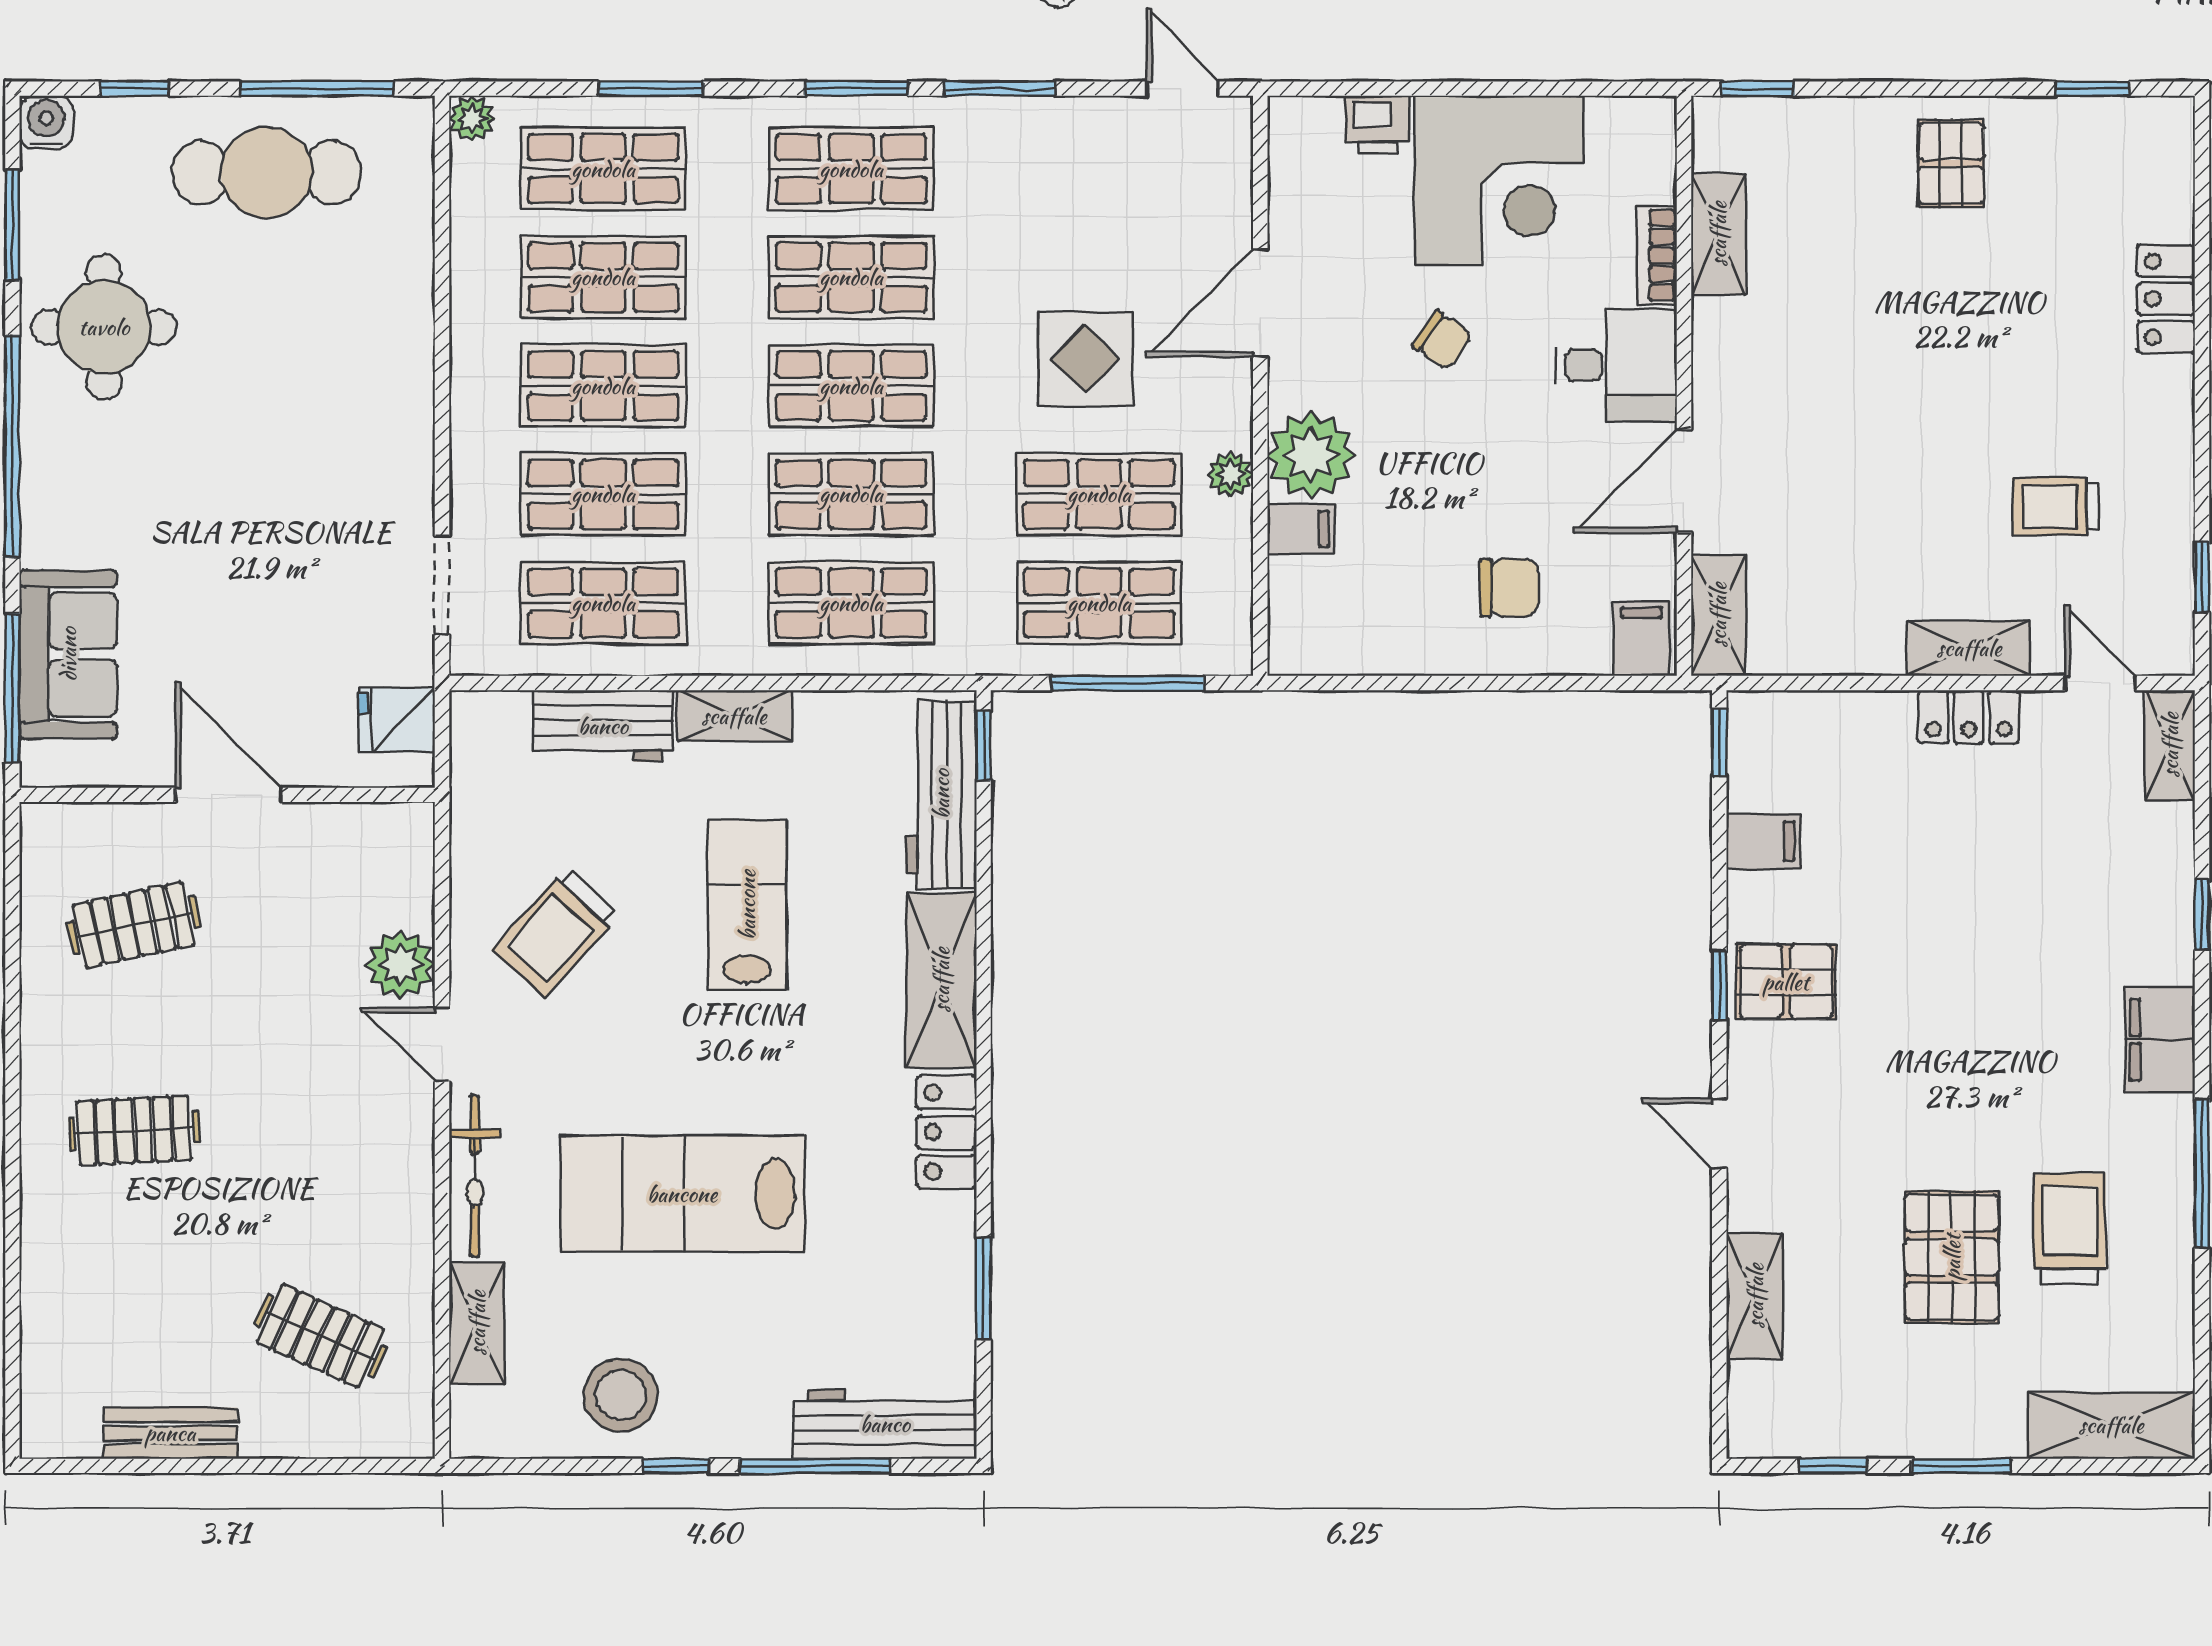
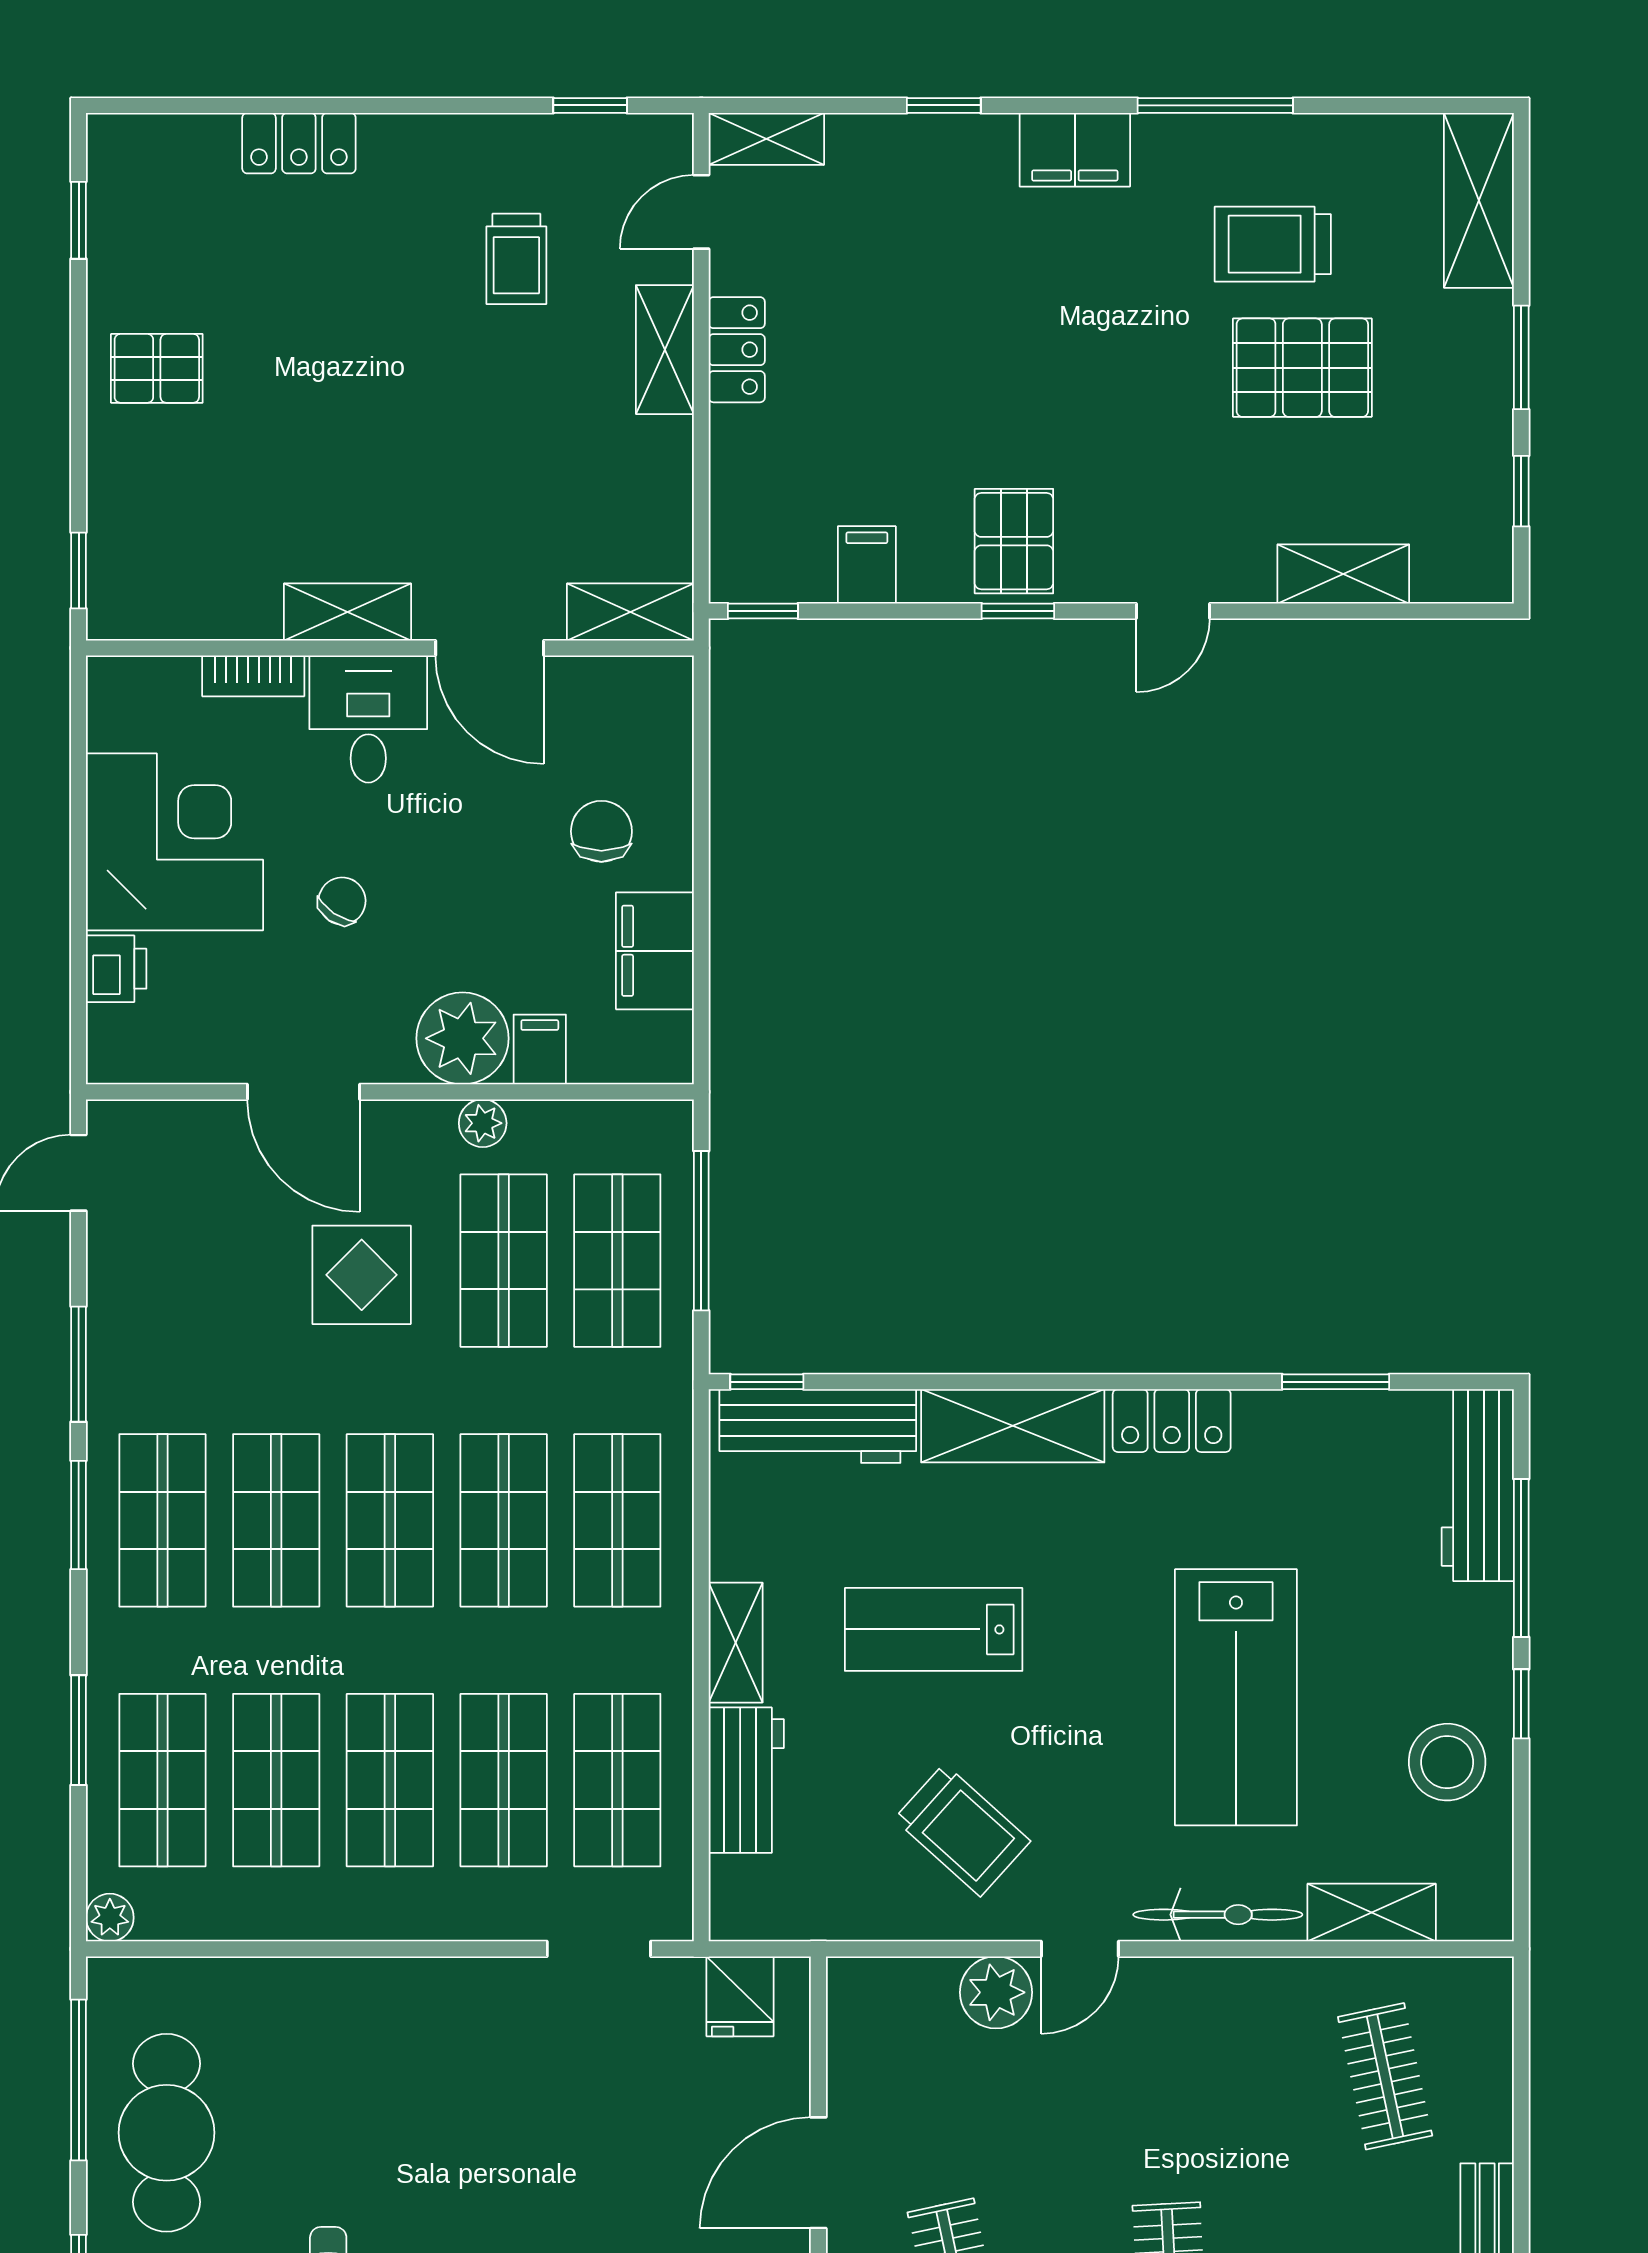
shelving: (1718, 234) -> (347, 612), moved
filing cabinet: (1641, 639) -> (655, 951), moved, width x2.00
clothes rail: (320, 1336) -> (1385, 2076), turned -36

